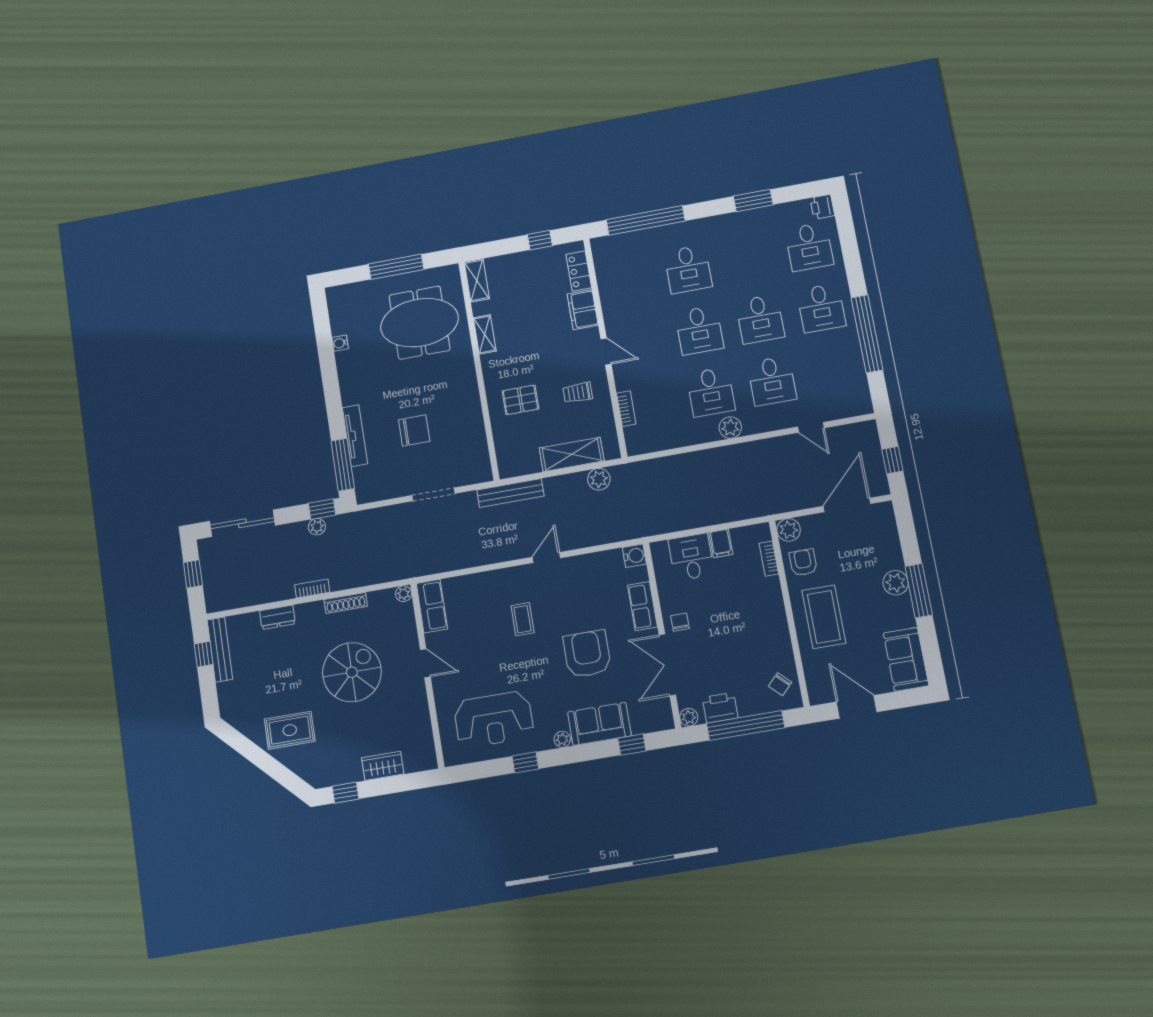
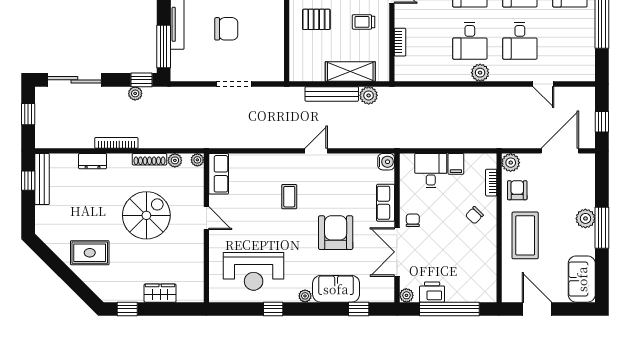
bench: (510, 493) -> (332, 94), moved
bookcase: (312, 588) -> (116, 143), width x1.56
plant: (377, 599) -> (175, 160), added
chair: (780, 684) -> (474, 215), moved

